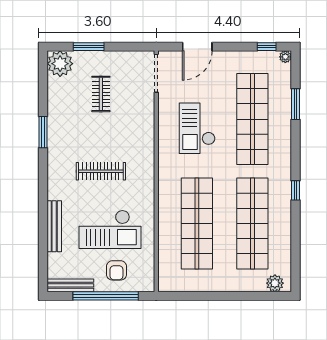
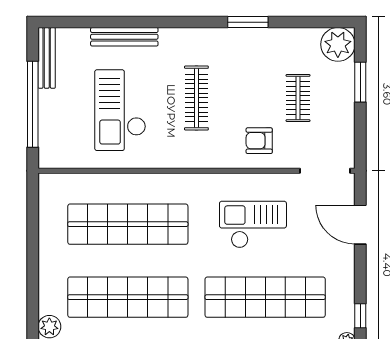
clothes rail: (101, 94) -> (298, 98), turned 90
armchair: (116, 270) -> (259, 141), moved

